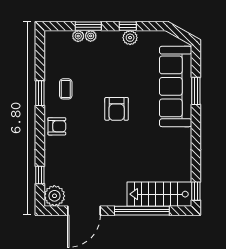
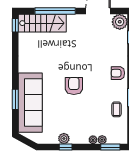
window: (88, 26) -> (110, 147), moved
coffee table: (66, 89) -> (116, 109), moved

